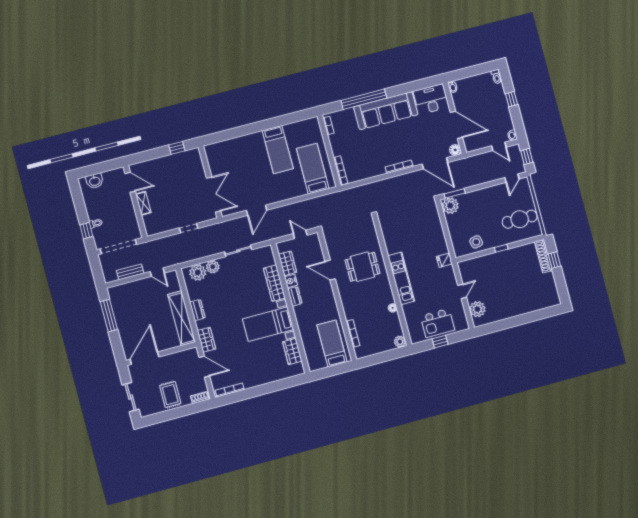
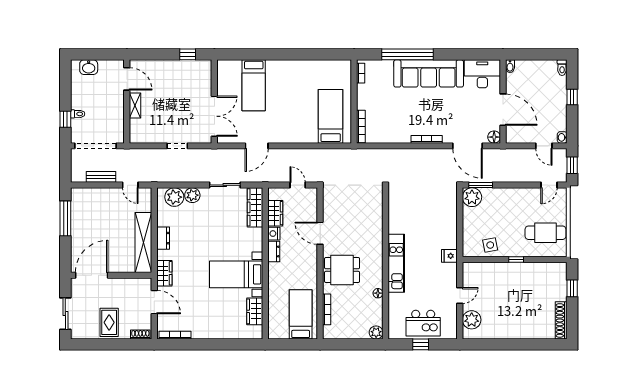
bed: (278, 150) -> (254, 85), moved
shoe rack: (544, 256) -> (561, 320), moved
dining table: (362, 267) -> (342, 270), moved
wardrobe: (274, 283) -> (255, 207), moved

